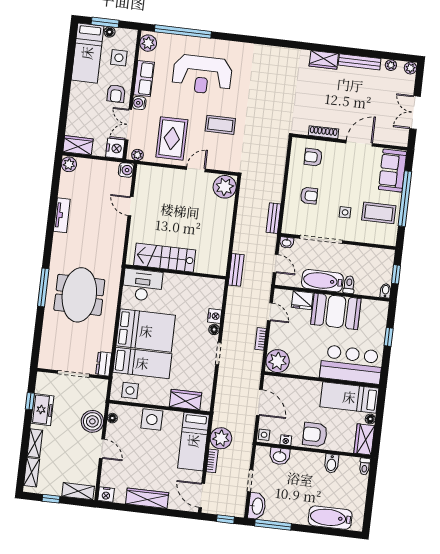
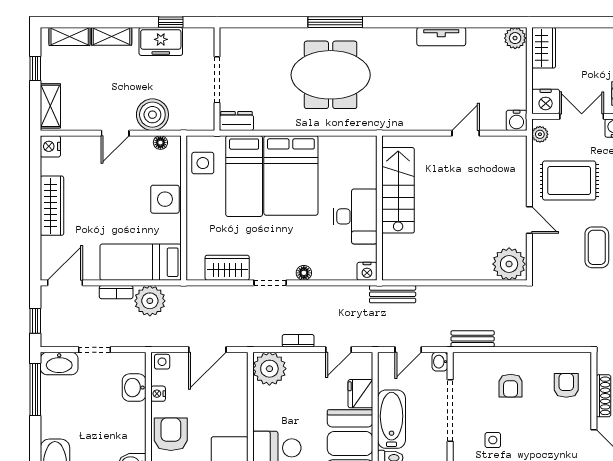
desk: (142, 285) -> (355, 216), moved
nightstand: (215, 316) -> (367, 271), moved
wardrobe: (186, 400) -> (227, 268), moved, turned -90

